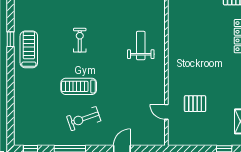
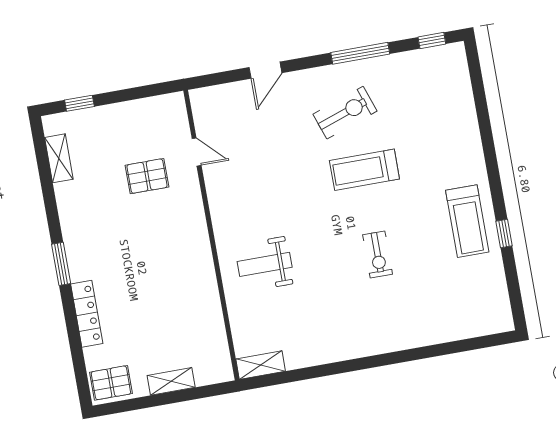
weight bench: (141, 46) -> (265, 264), turned 90
treadmill: (79, 86) -> (364, 170), turned 180

